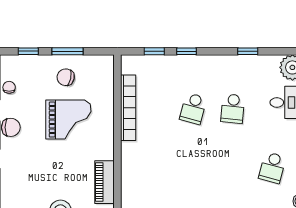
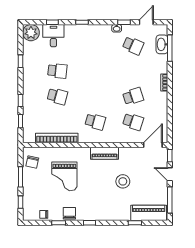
chair: (66, 77) -> (32, 162), moved
grand piano: (68, 120) -> (64, 176), turned 180
school desk: (272, 168) -> (95, 122), moved

